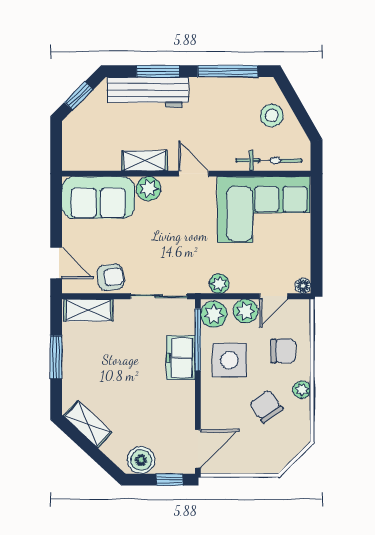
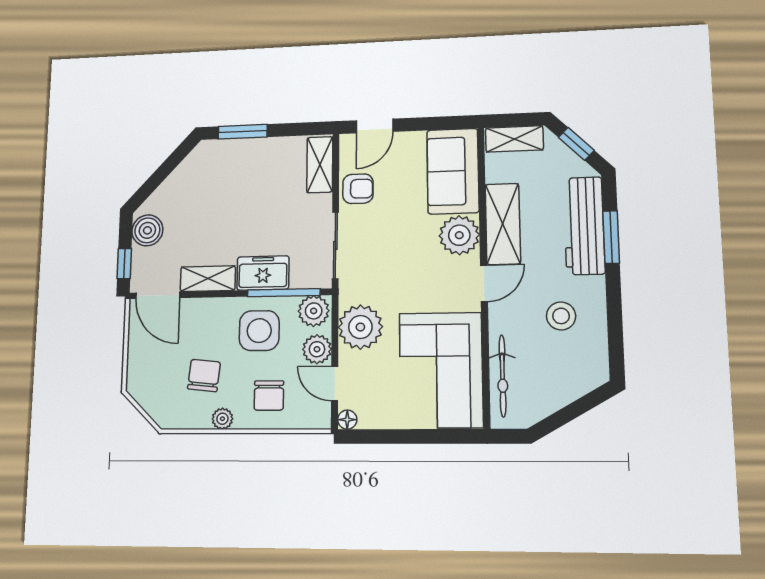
window: (228, 71) -> (615, 323), removed
stool: (272, 116) -> (561, 316), moved
shelving: (72, 146) -> (514, 139), added
shelving: (144, 161) -> (503, 224), width x1.50, depth x1.33
plant: (149, 189) -> (459, 235), width x1.36, depth x1.36
armchair: (111, 277) -> (358, 189), turned -83
plant: (219, 284) -> (360, 327), width x1.88, depth x1.88
window: (56, 357) -> (243, 132), moved
chair: (266, 406) -> (204, 375), turned -48
shelving: (88, 424) -> (208, 279), moved, turned 47

